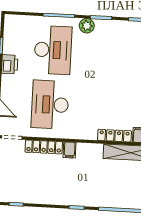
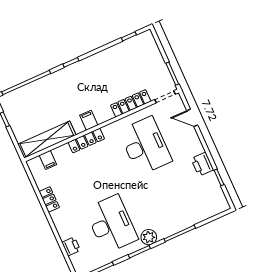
desk: (53, 50) -> (111, 224), moved, turned 180
locker: (115, 136) -> (86, 141), moved
filing cabinet: (70, 150) -> (89, 120), moved

